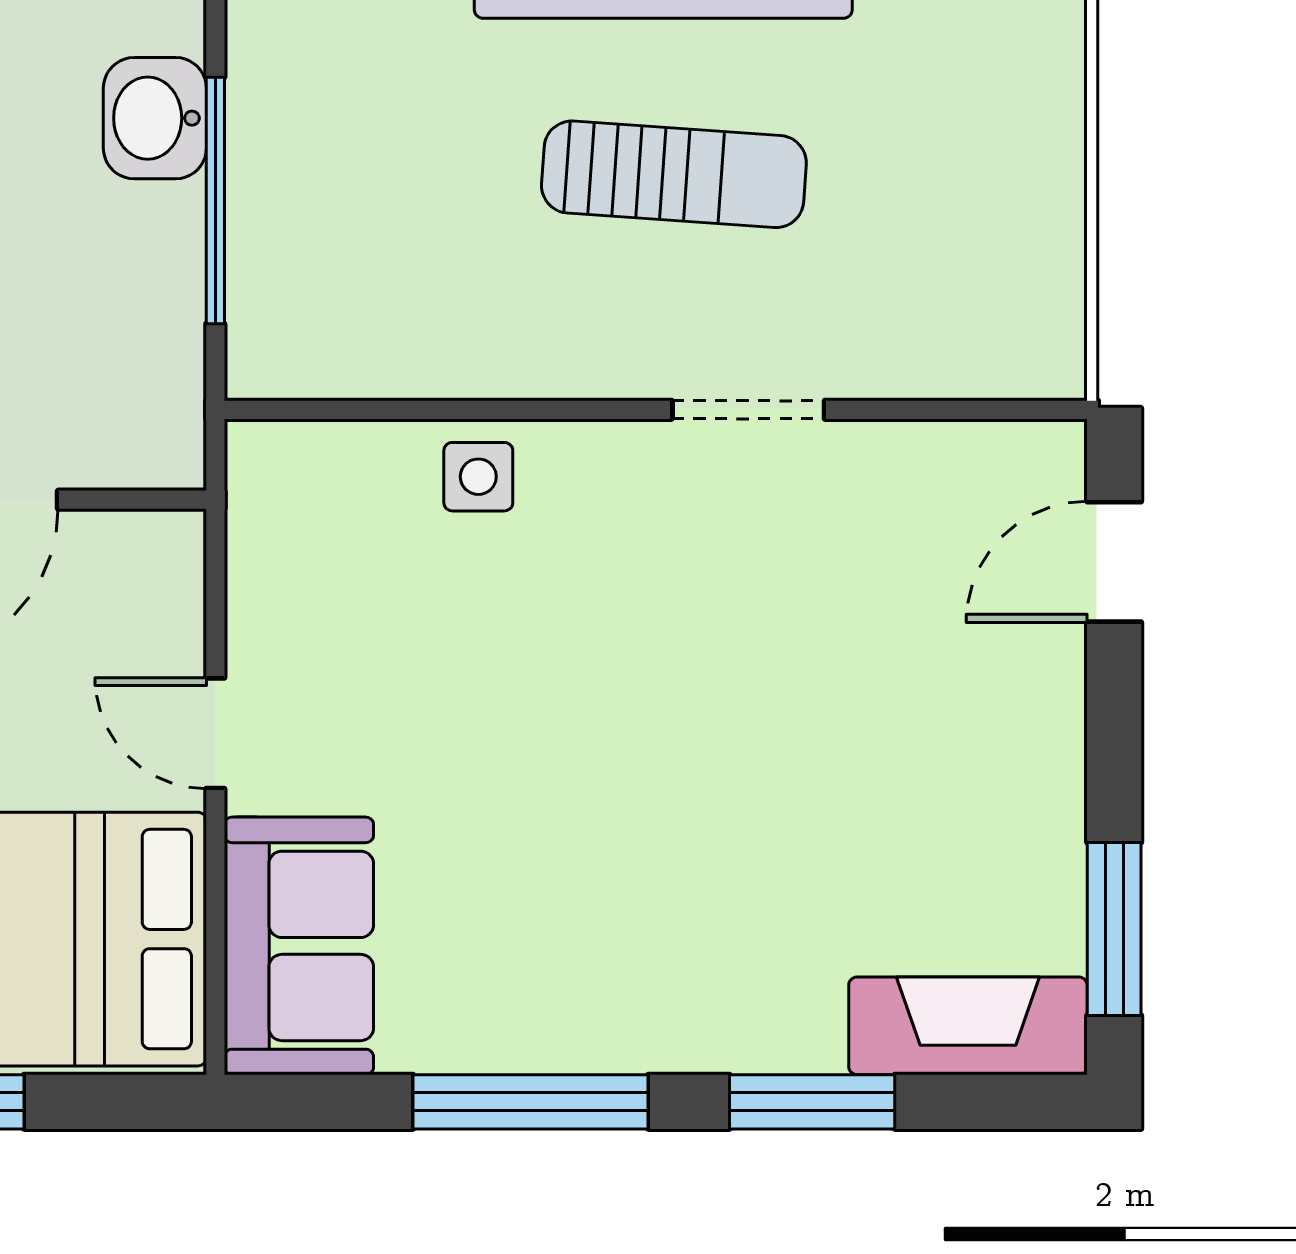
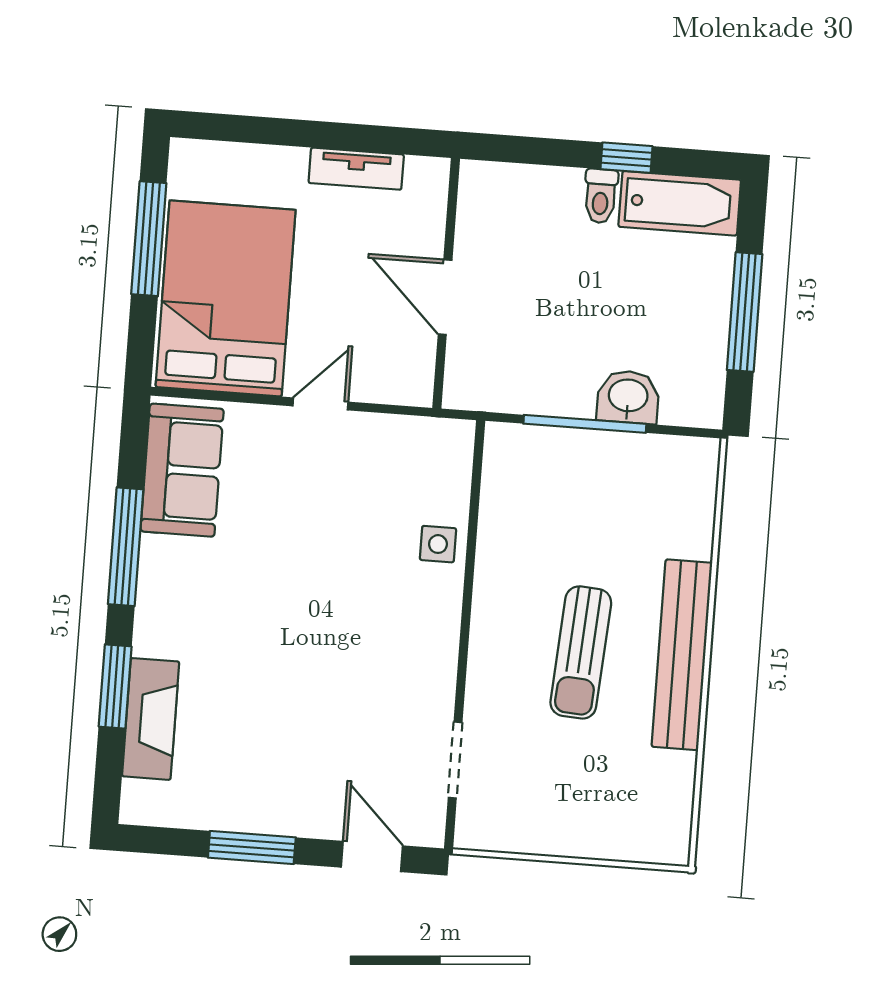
doorway: (748, 410) -> (455, 760), moved
window: (1114, 929) -> (252, 848), moved
sofa: (299, 946) -> (182, 470), moved, turned -90
fireplace: (968, 1026) -> (151, 719), moved

